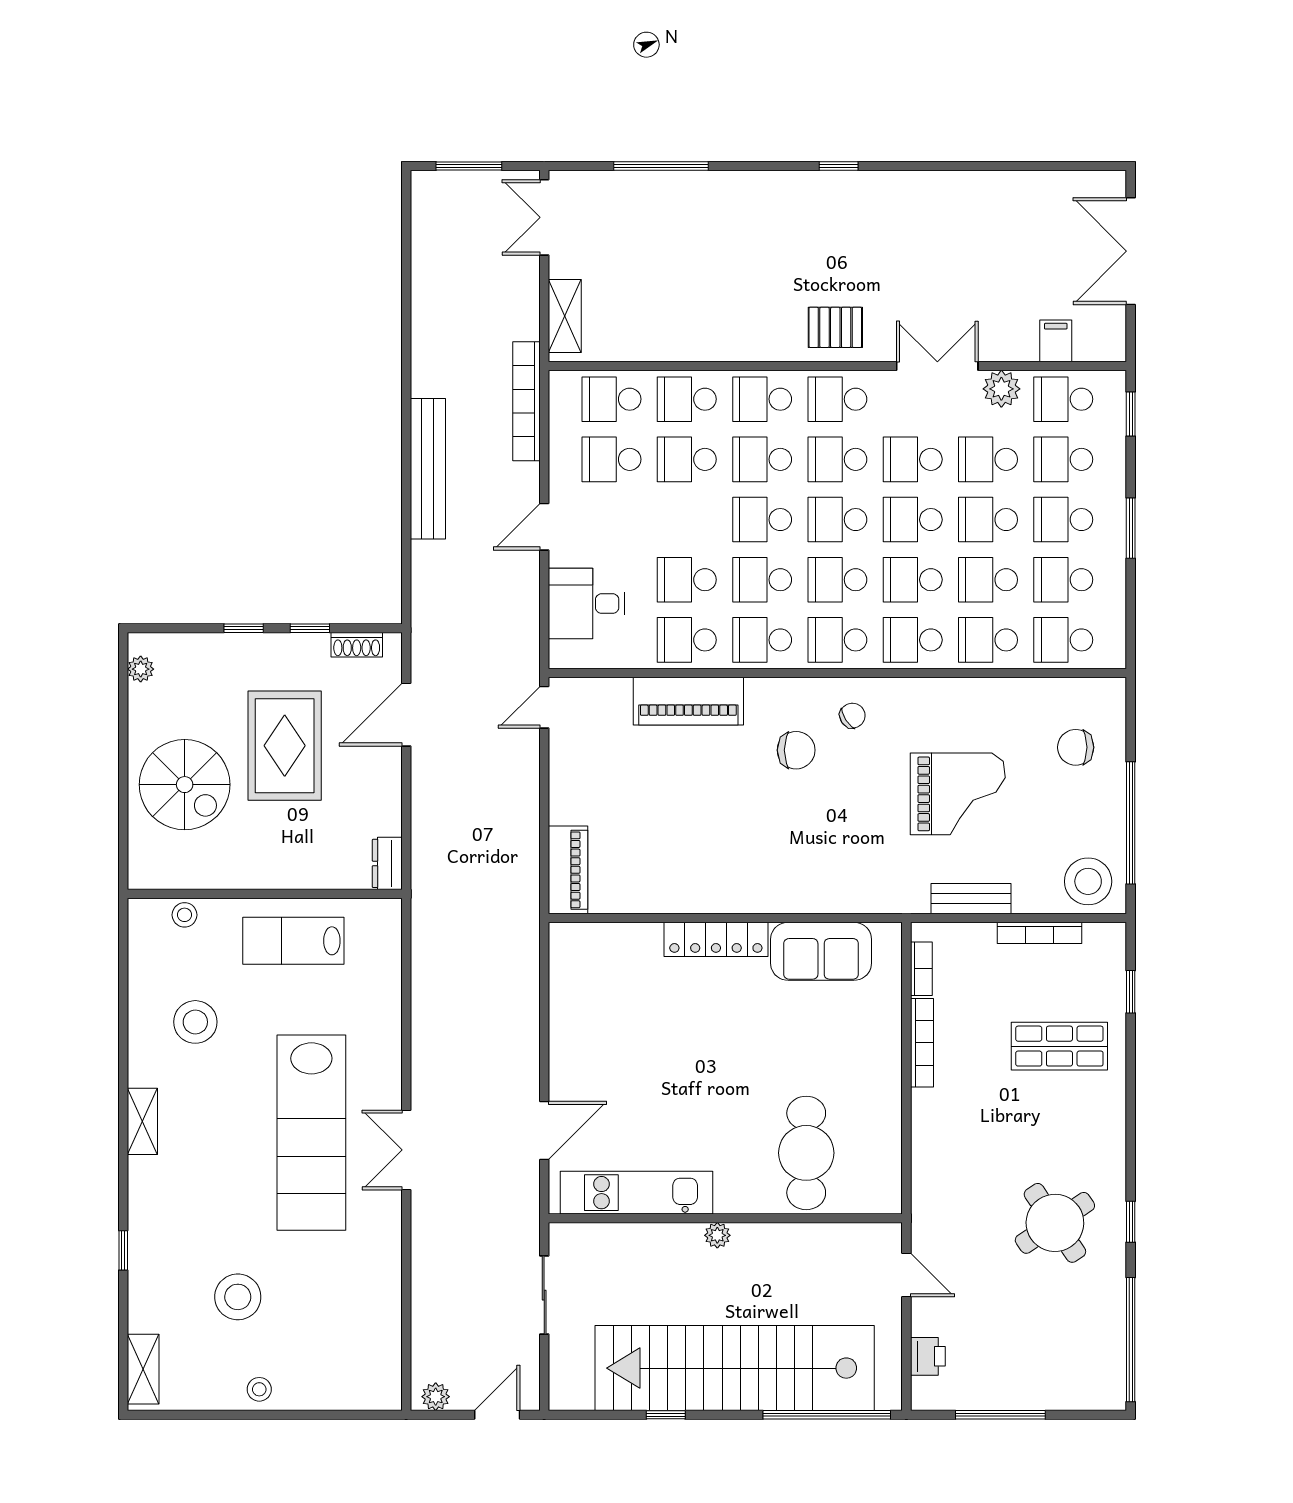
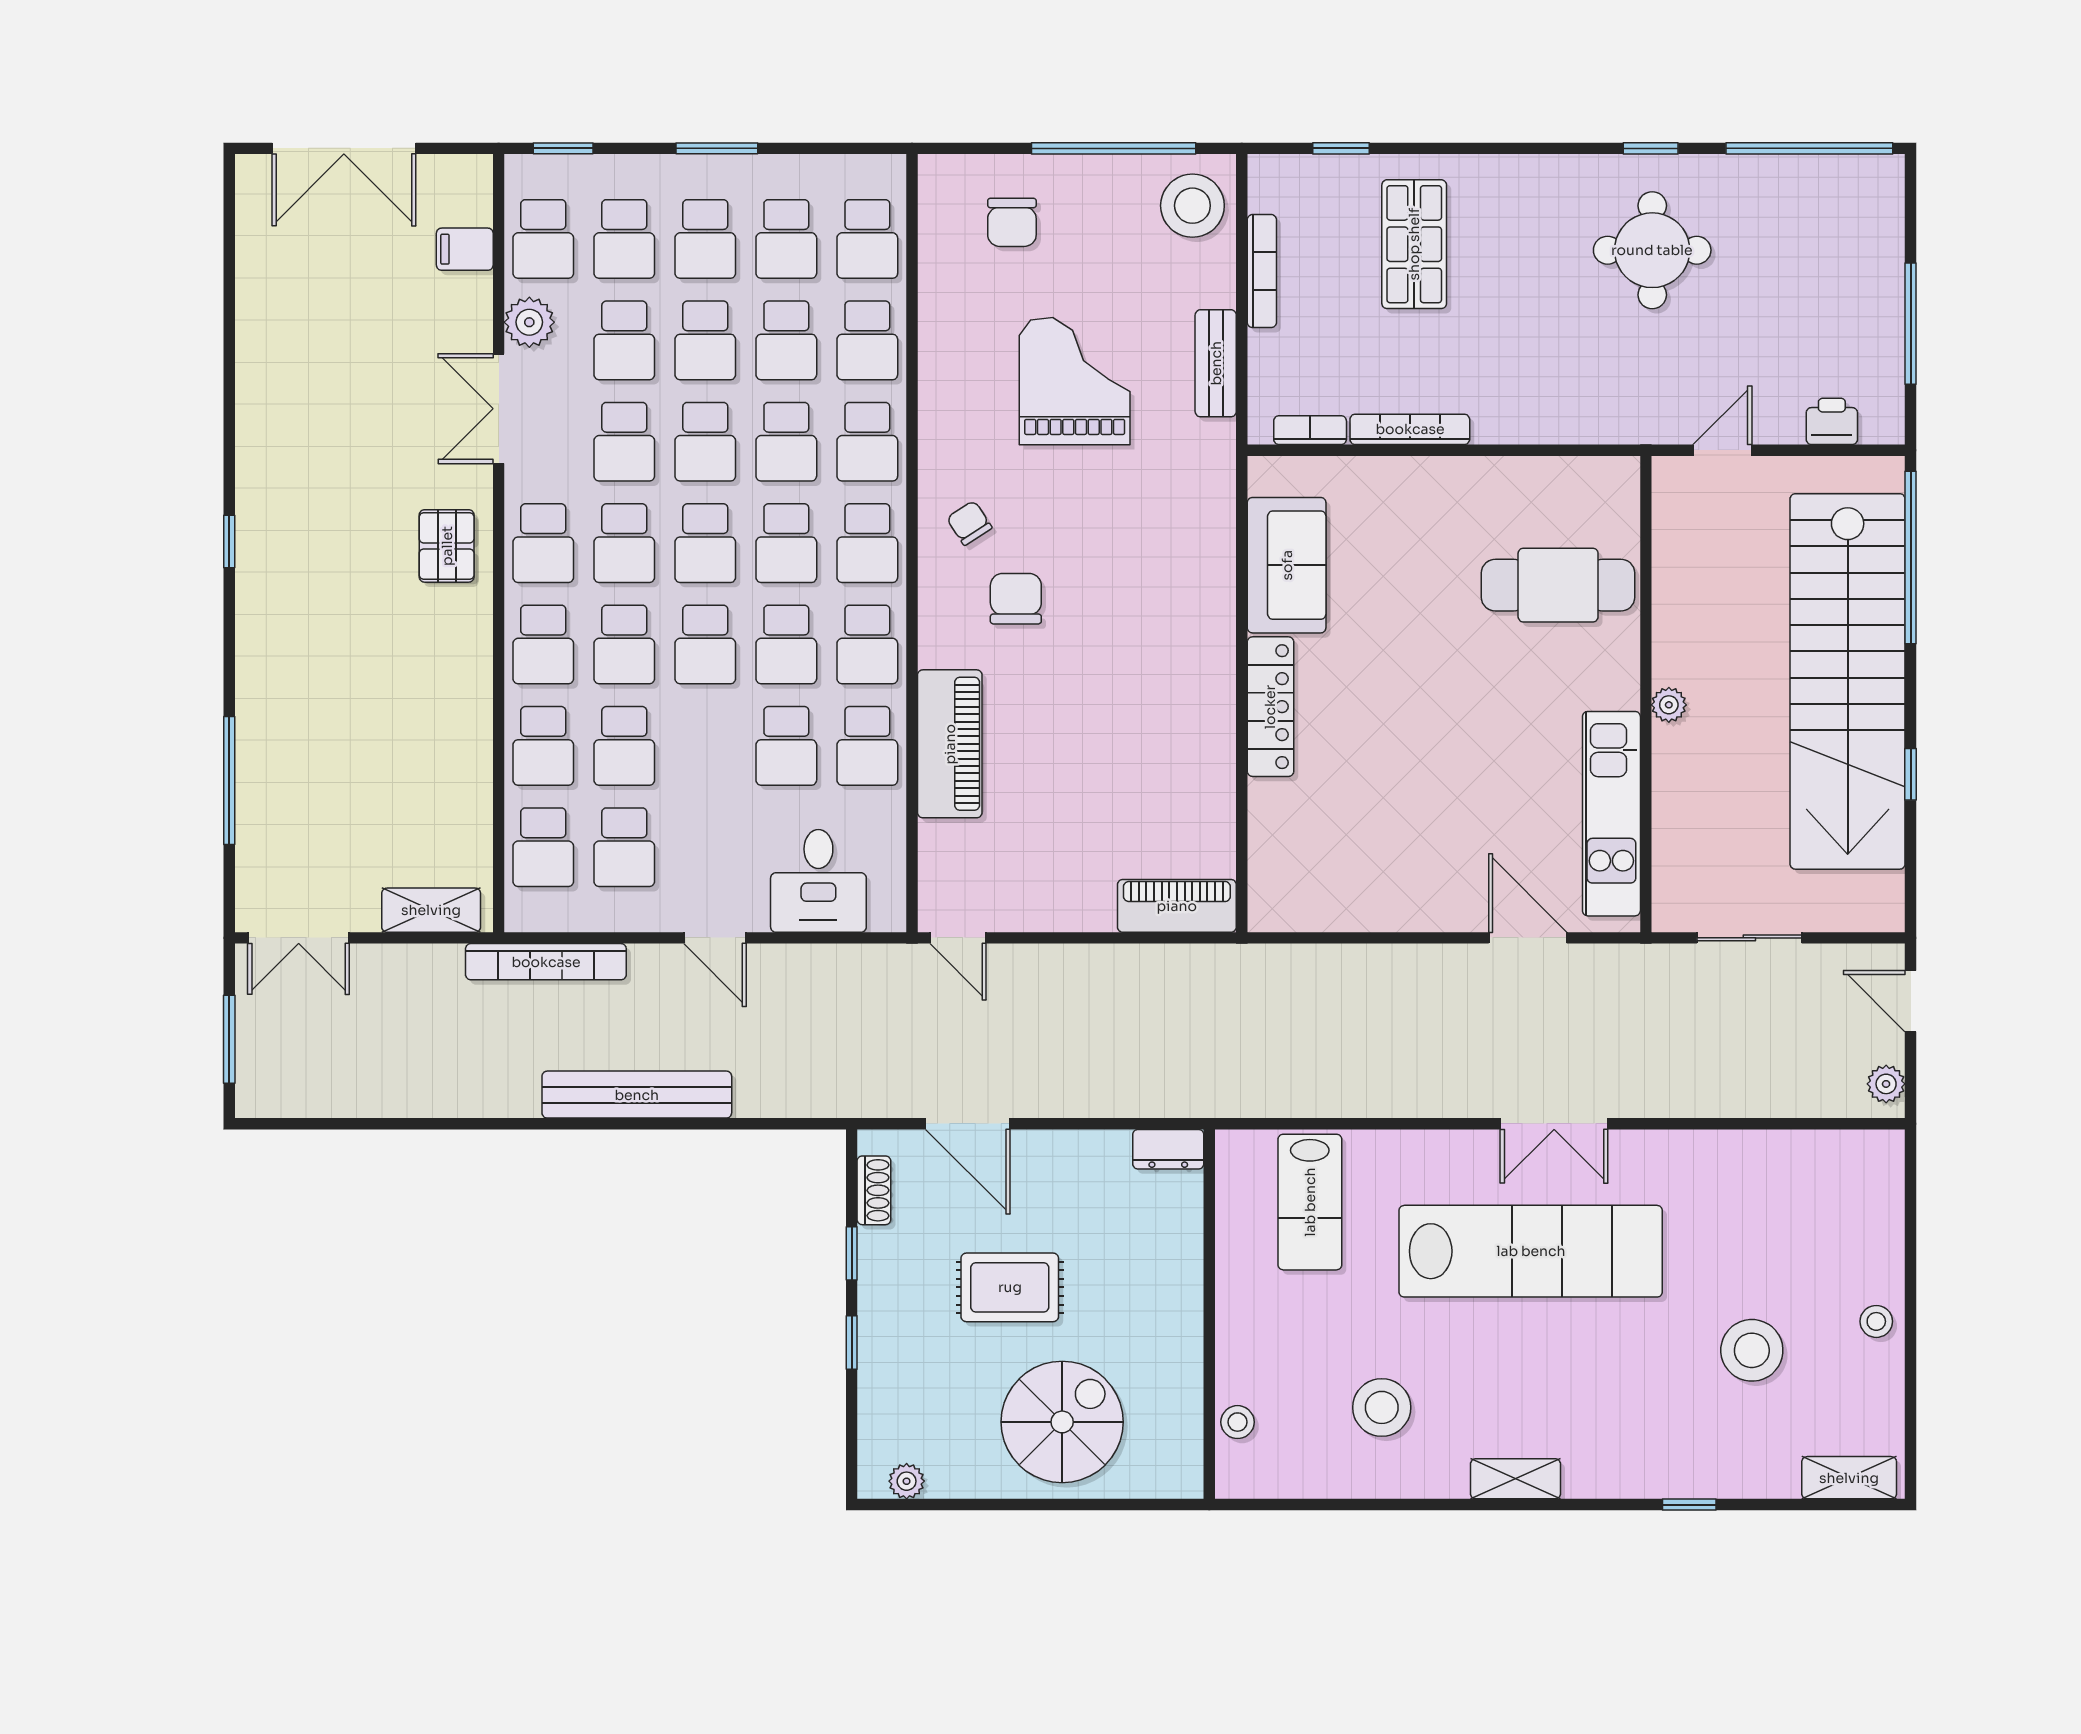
rug: (285, 746) -> (1010, 1287), width x0.73, depth x0.70
lab bench: (293, 941) -> (1310, 1202), moved
round table: (1055, 1223) -> (1652, 250), turned 34

